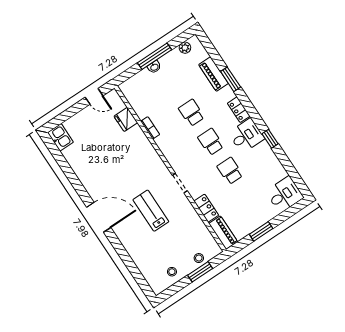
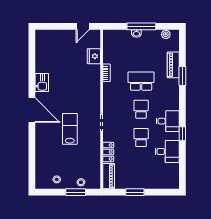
door: (94, 96) -> (83, 26), hinge flipped
locker: (239, 110) -> (174, 100), removed
school desk: (191, 113) -> (141, 81), width x1.85
kitchen sink: (60, 137) -> (42, 83), moved
desk: (285, 195) -> (167, 151), moved

